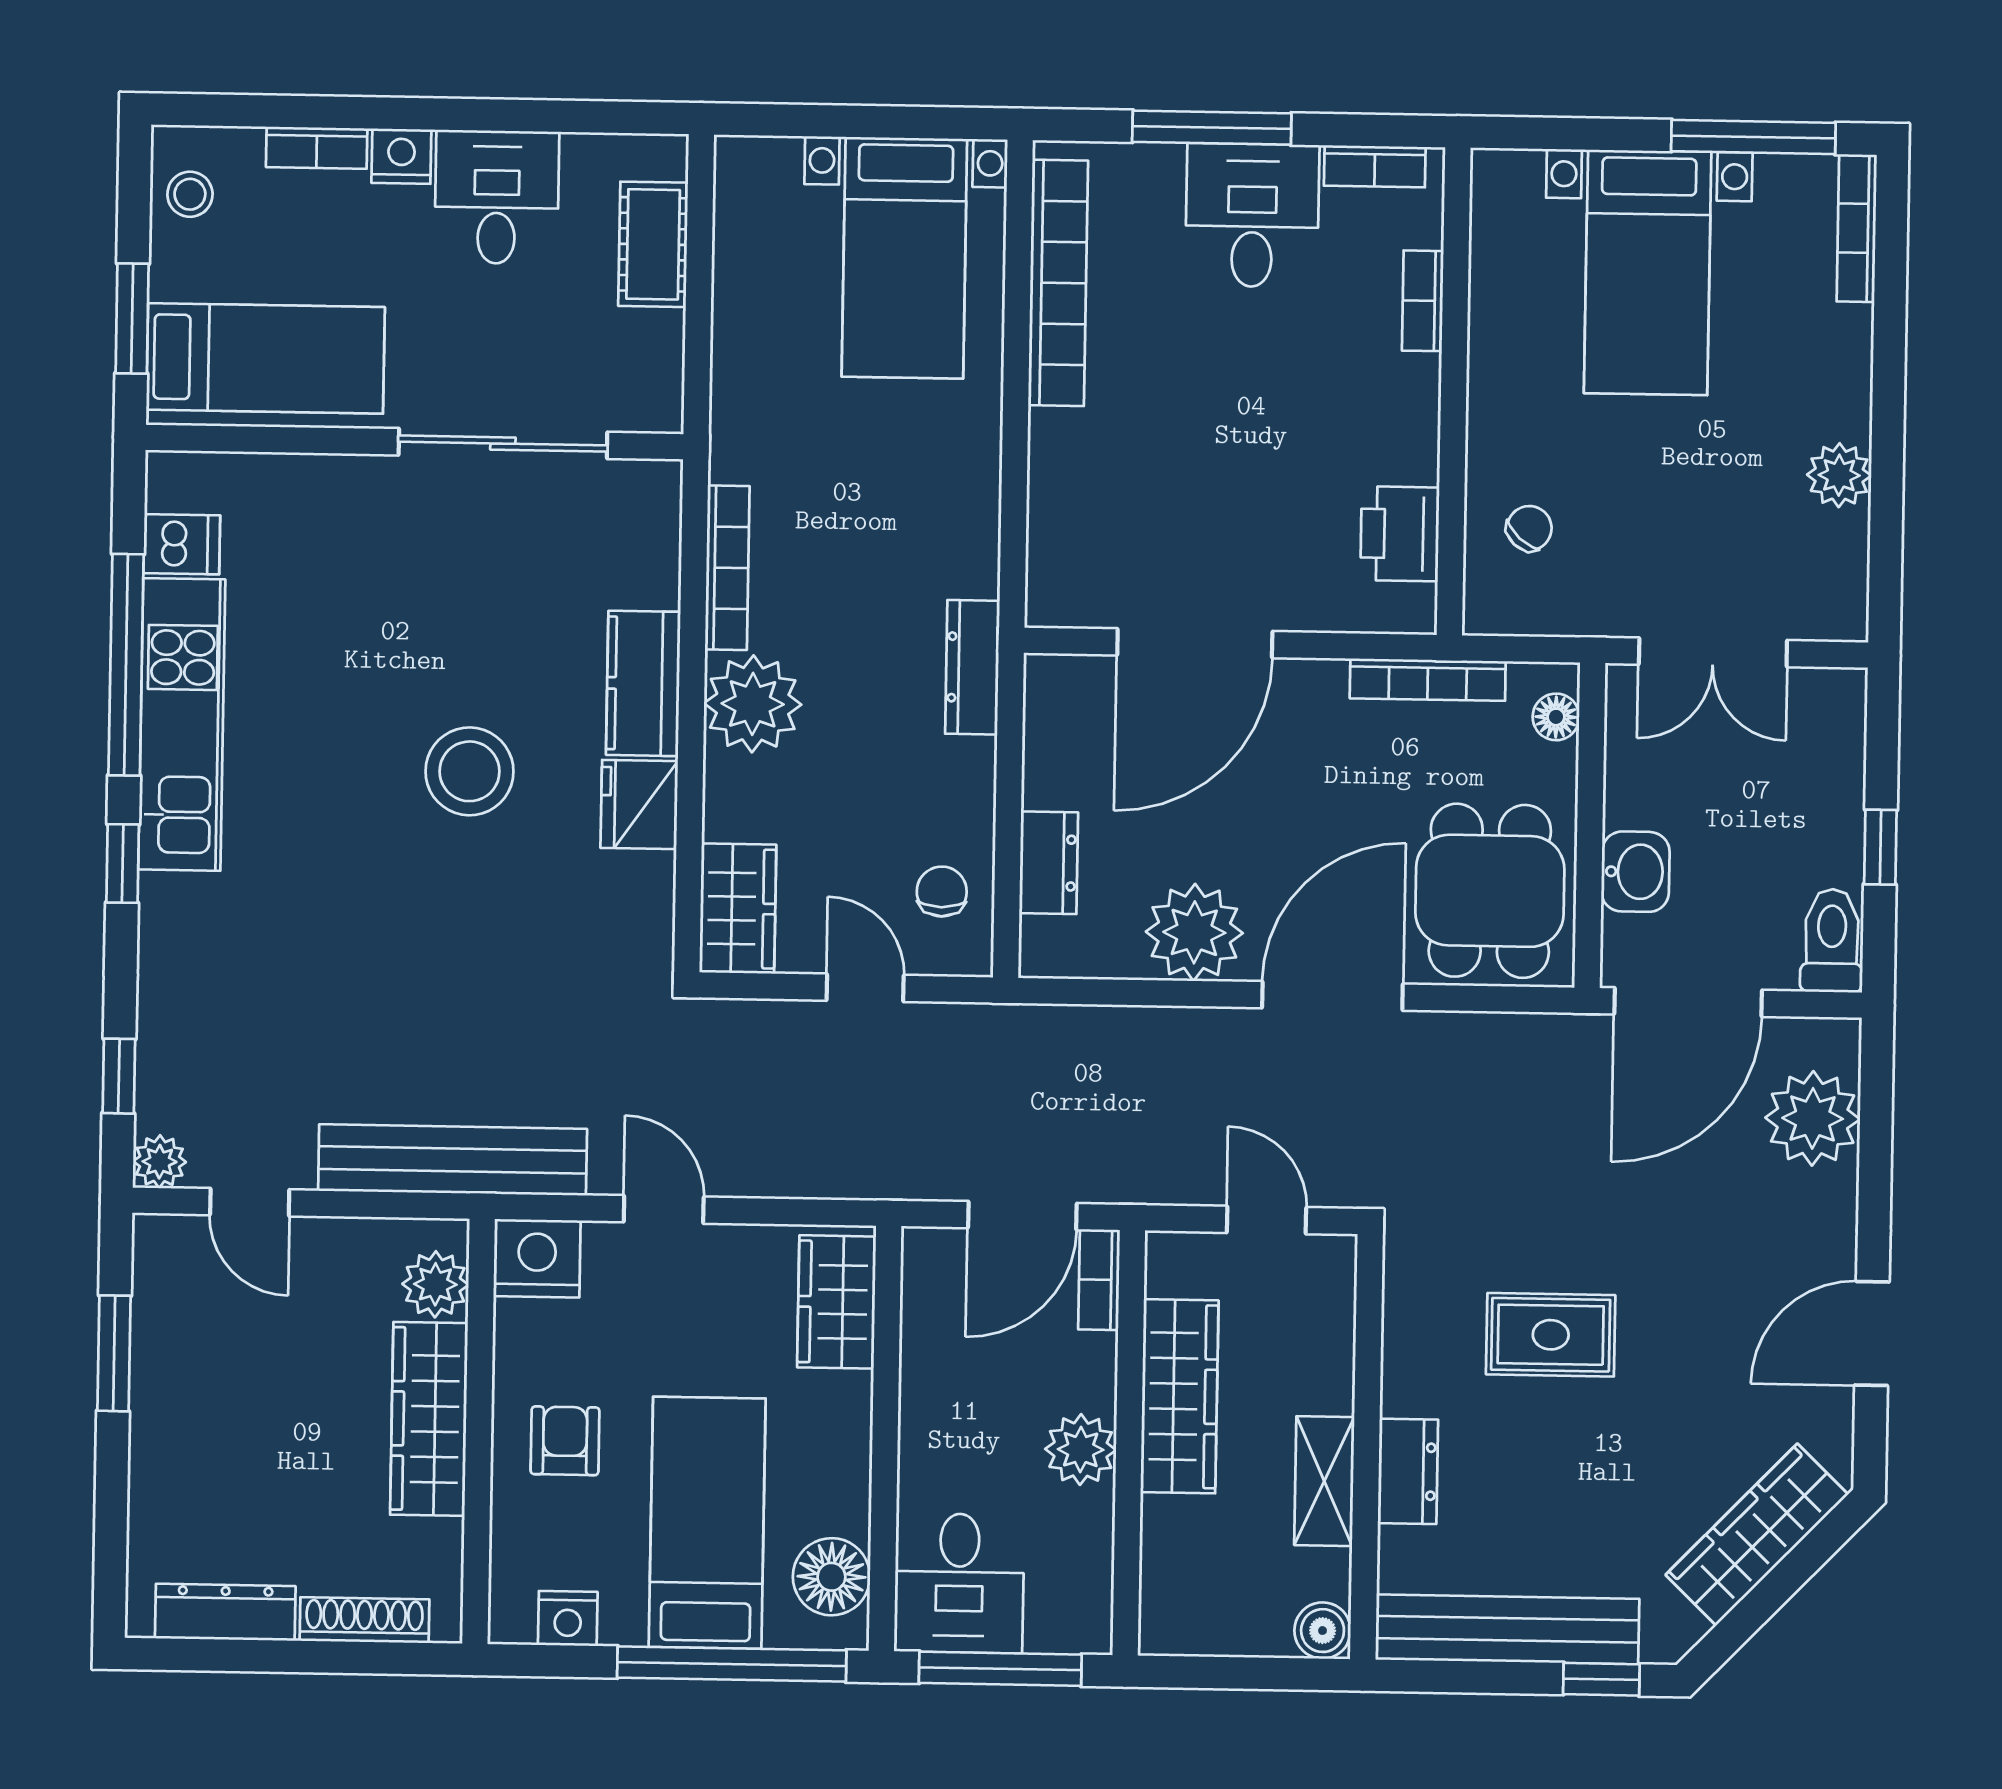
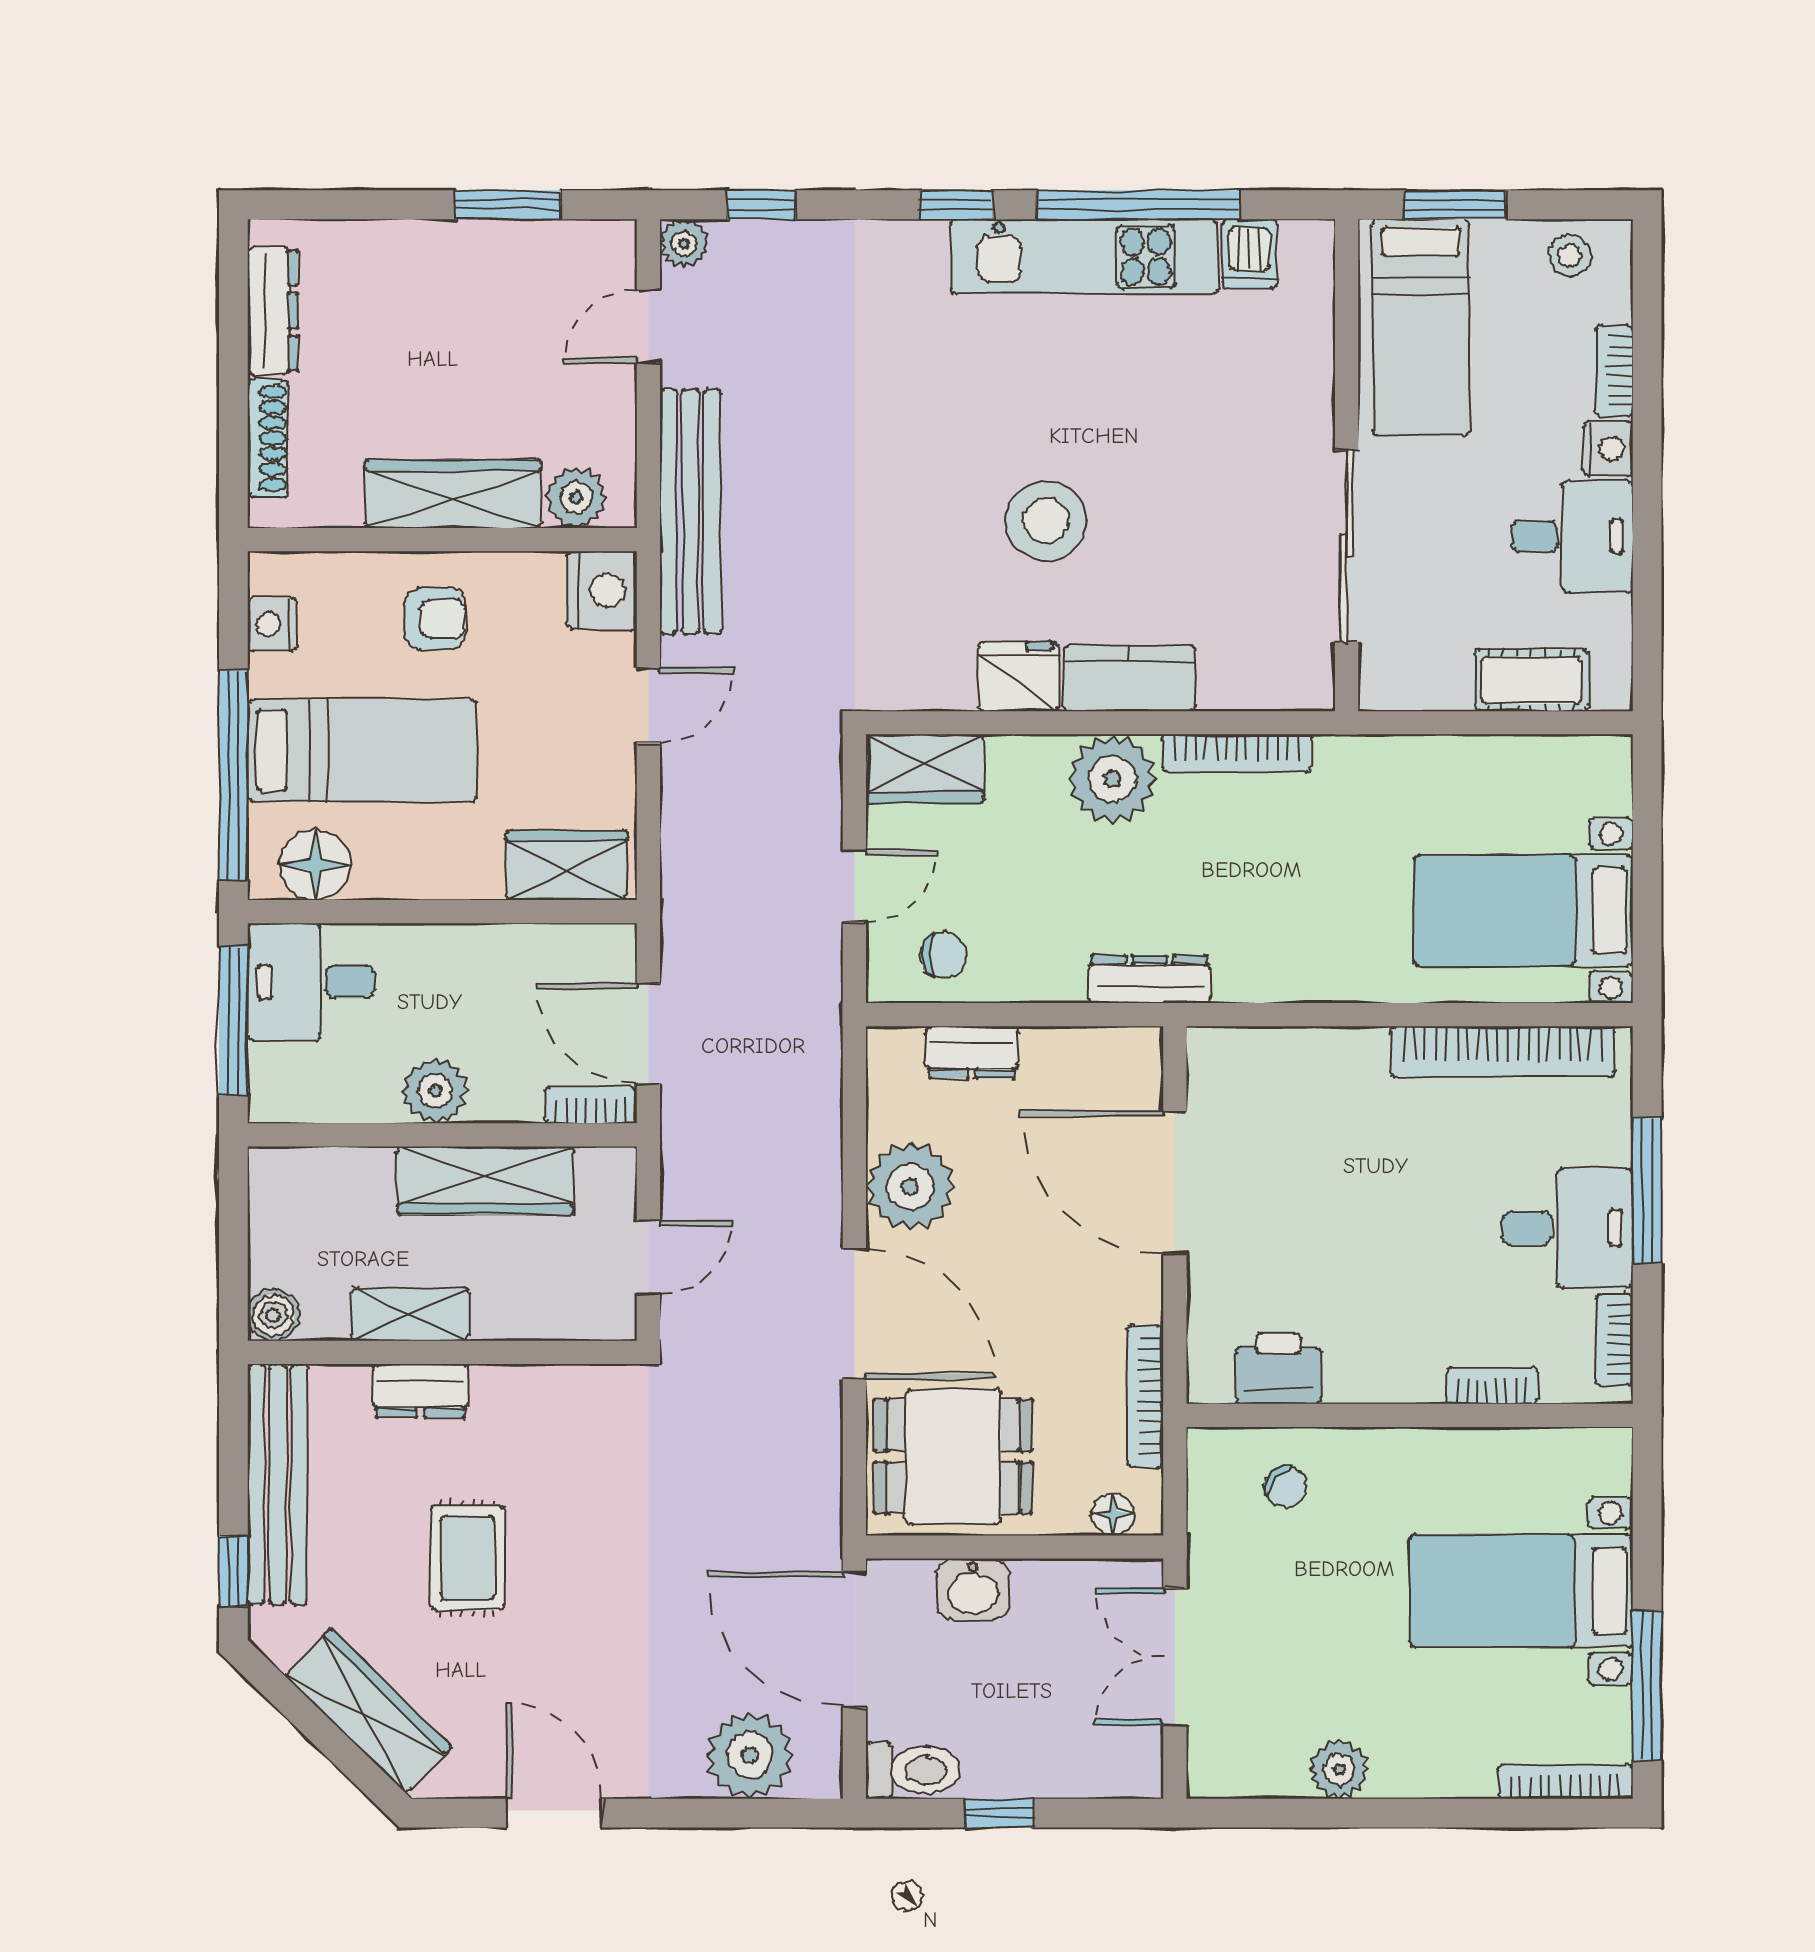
rug: (1551, 1335) -> (468, 1558), moved

